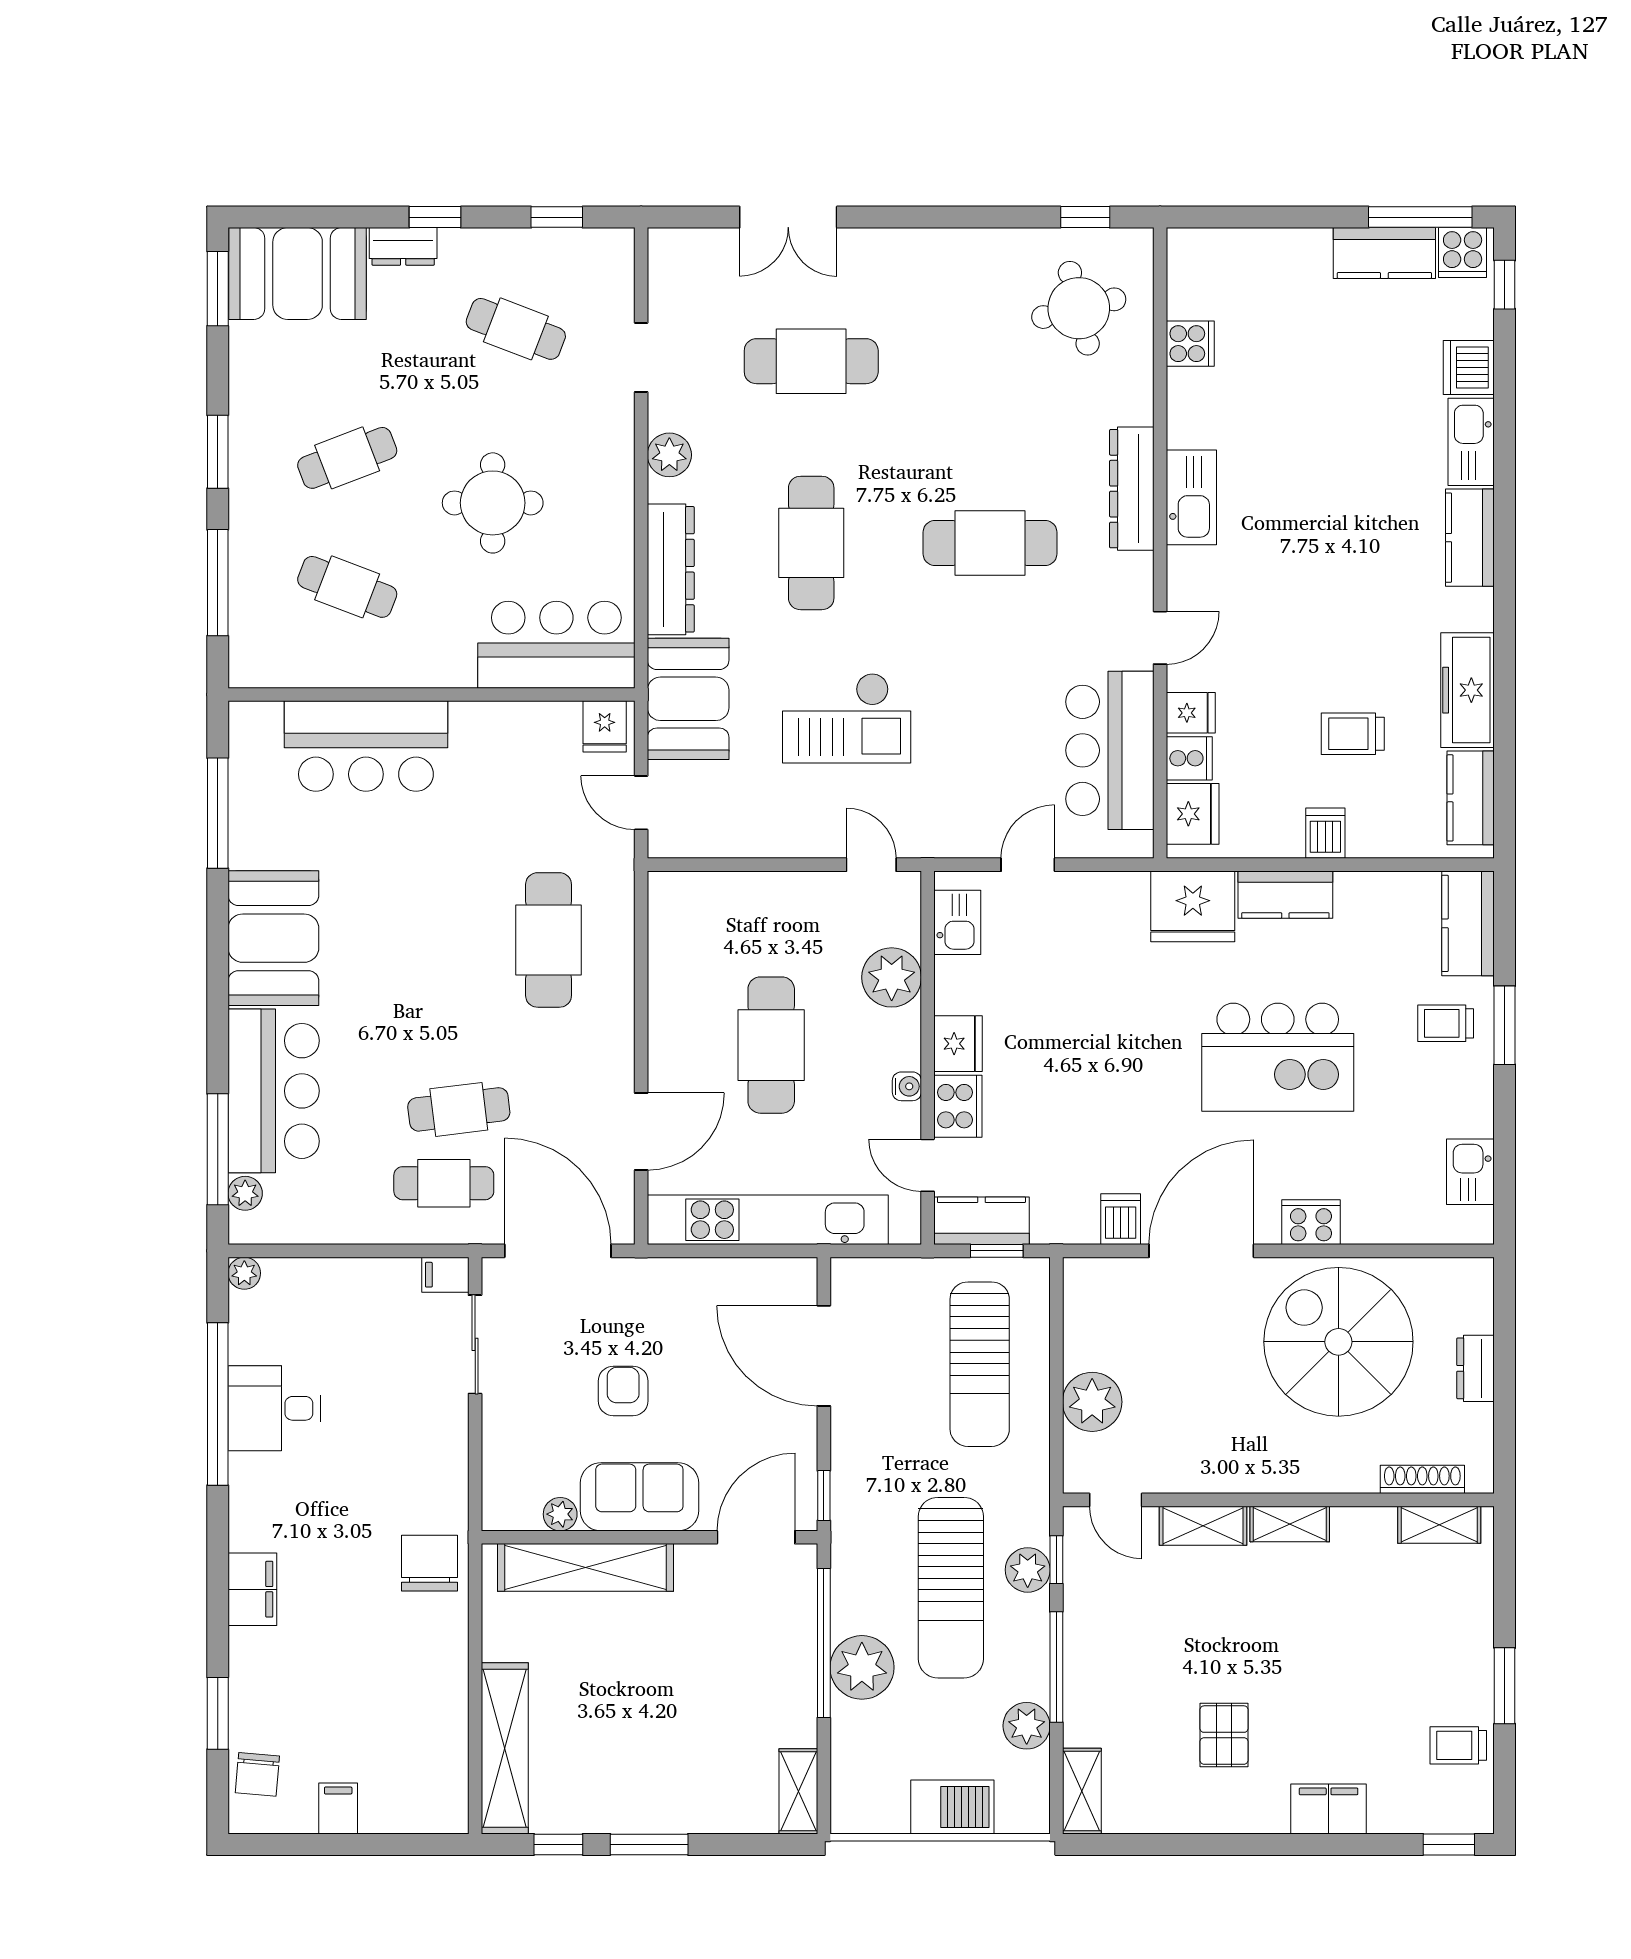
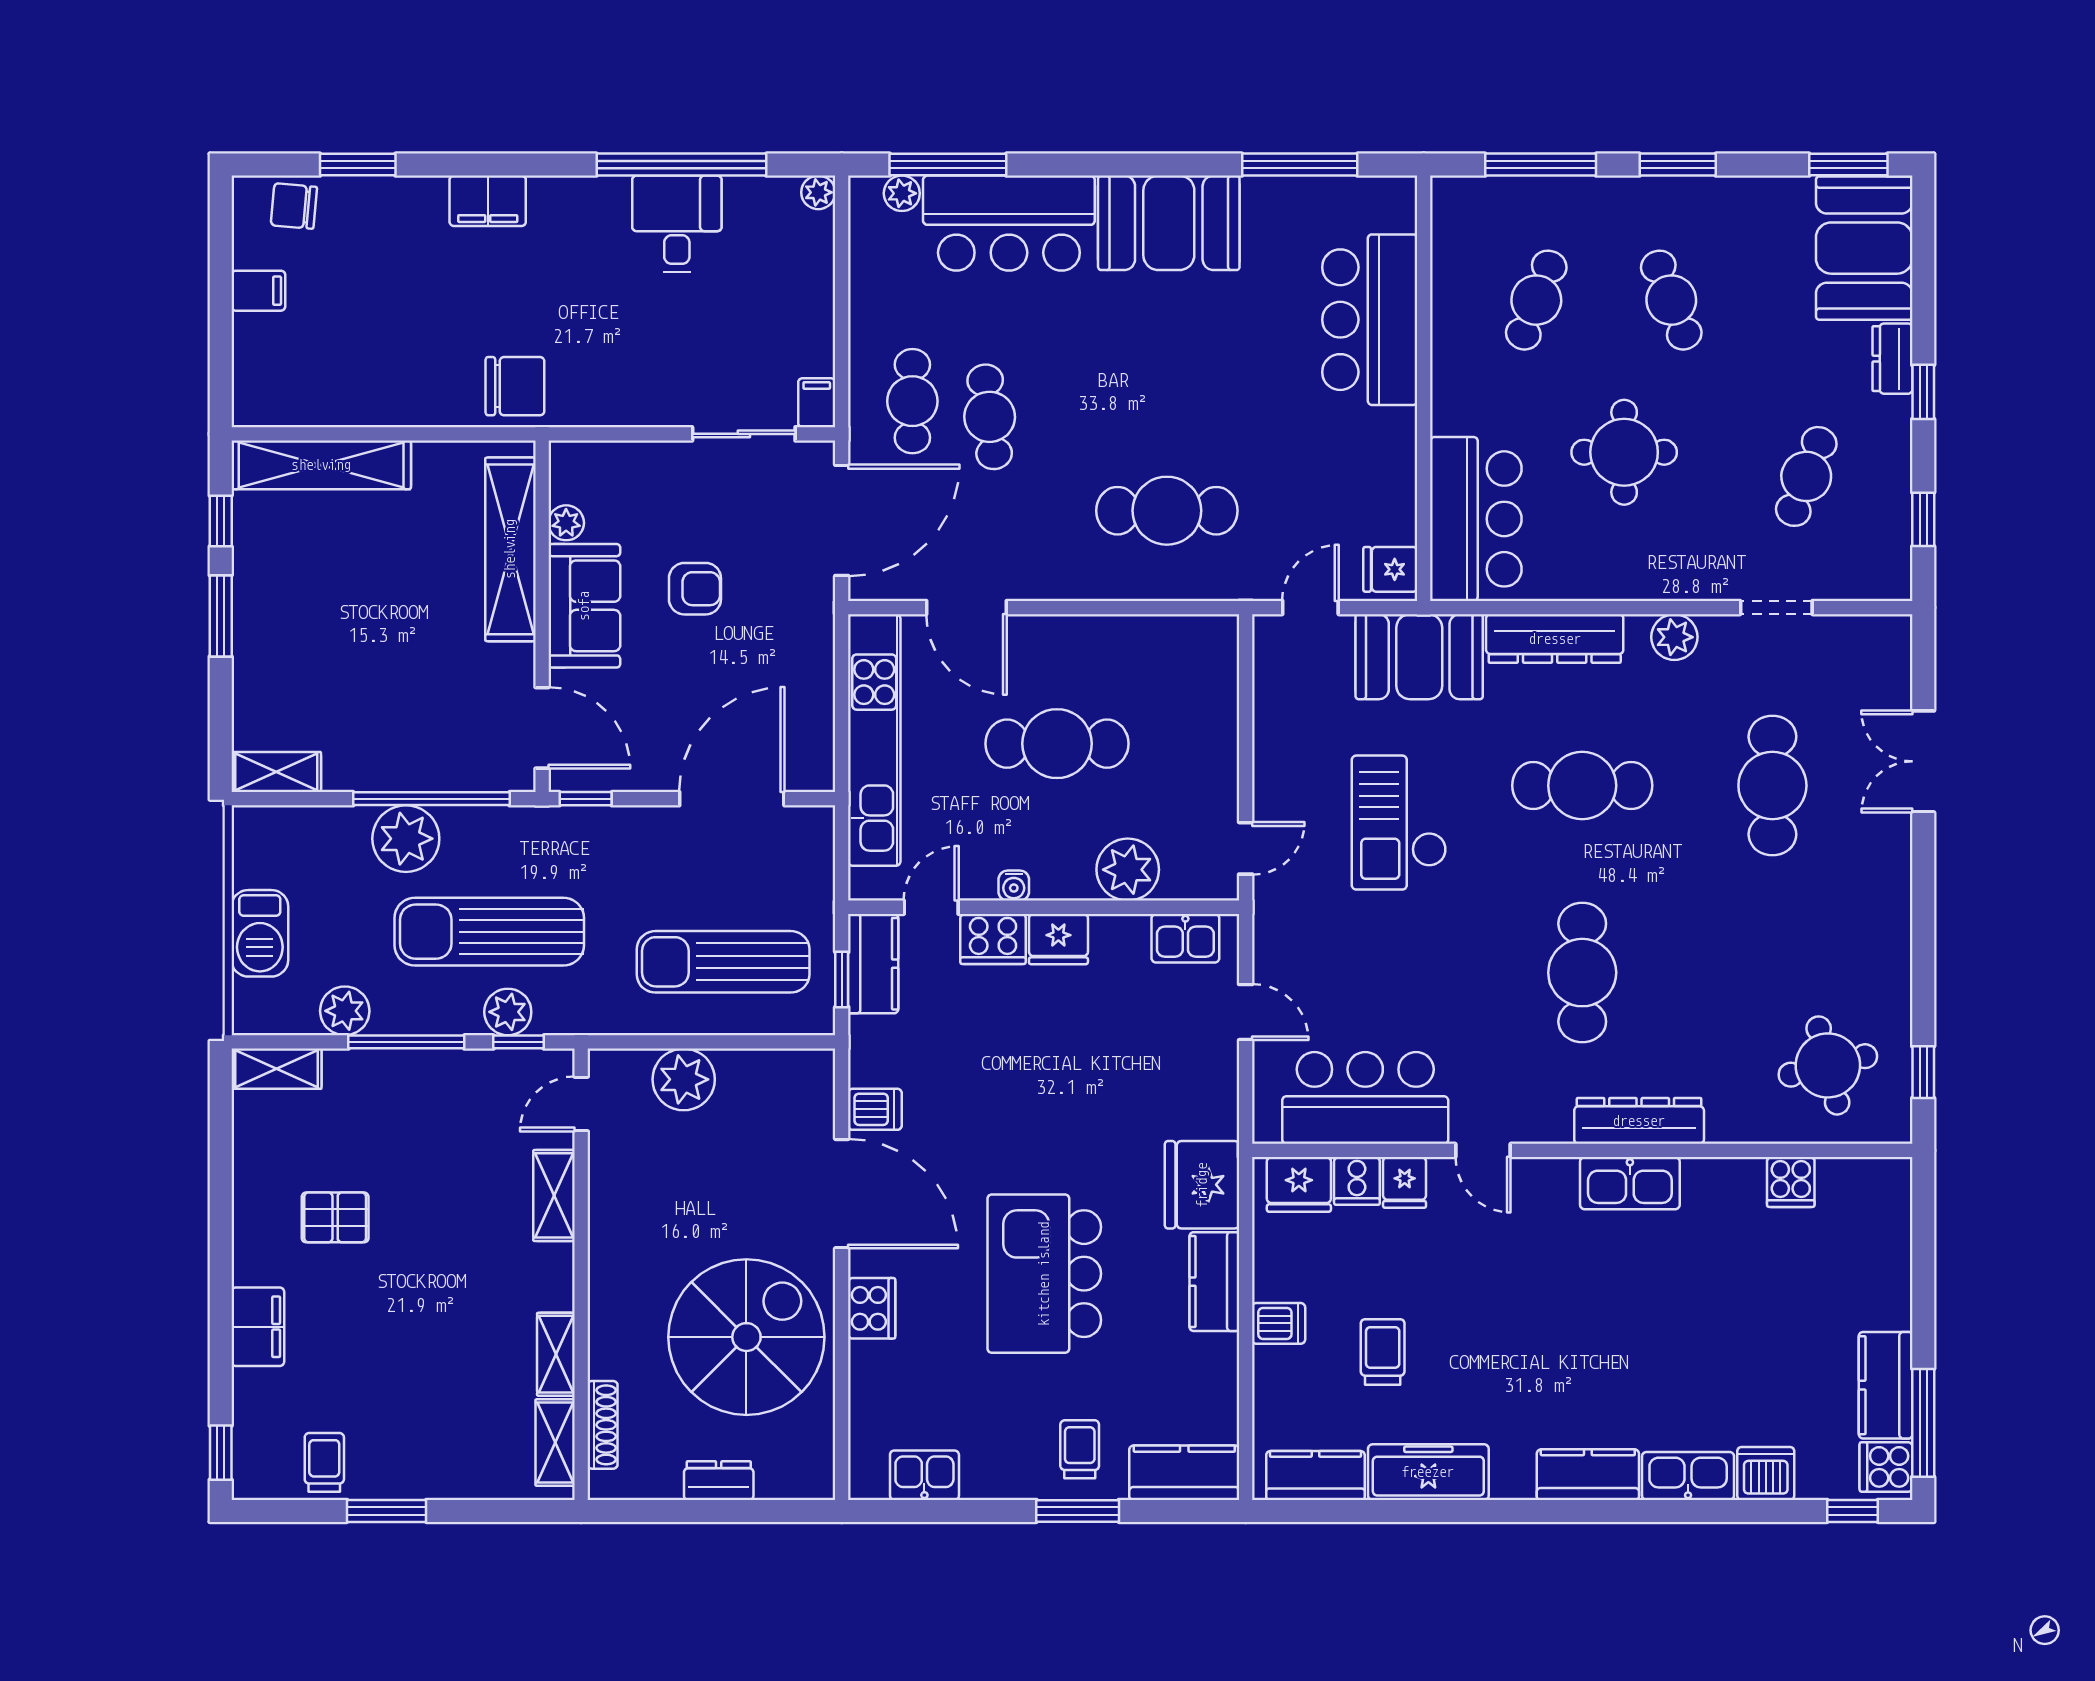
shelving: (1290, 1524) -> (556, 1354), moved

